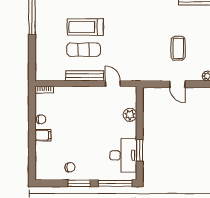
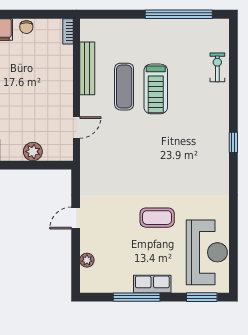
treadmill: (85, 27) -> (156, 89), turned 180
coffee table: (178, 48) -> (157, 218), moved
bench: (85, 76) -> (87, 68), moved

